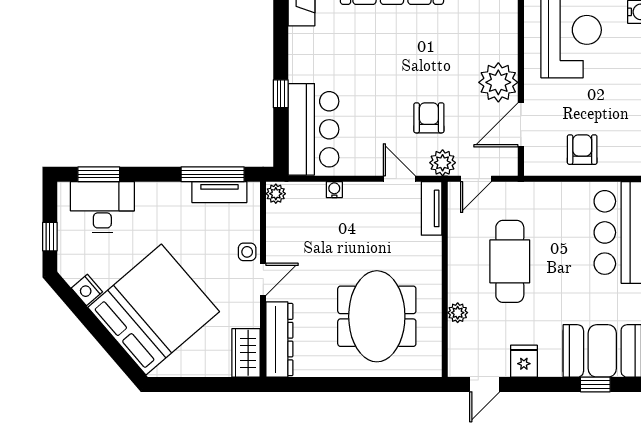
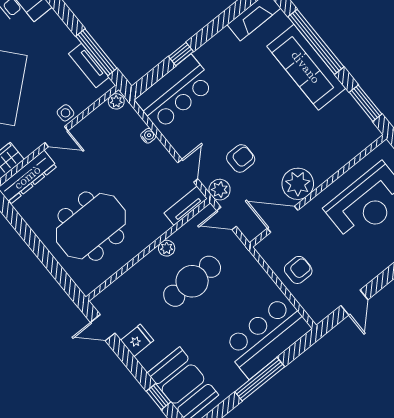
plant: (458, 313) -> (167, 248), moved

